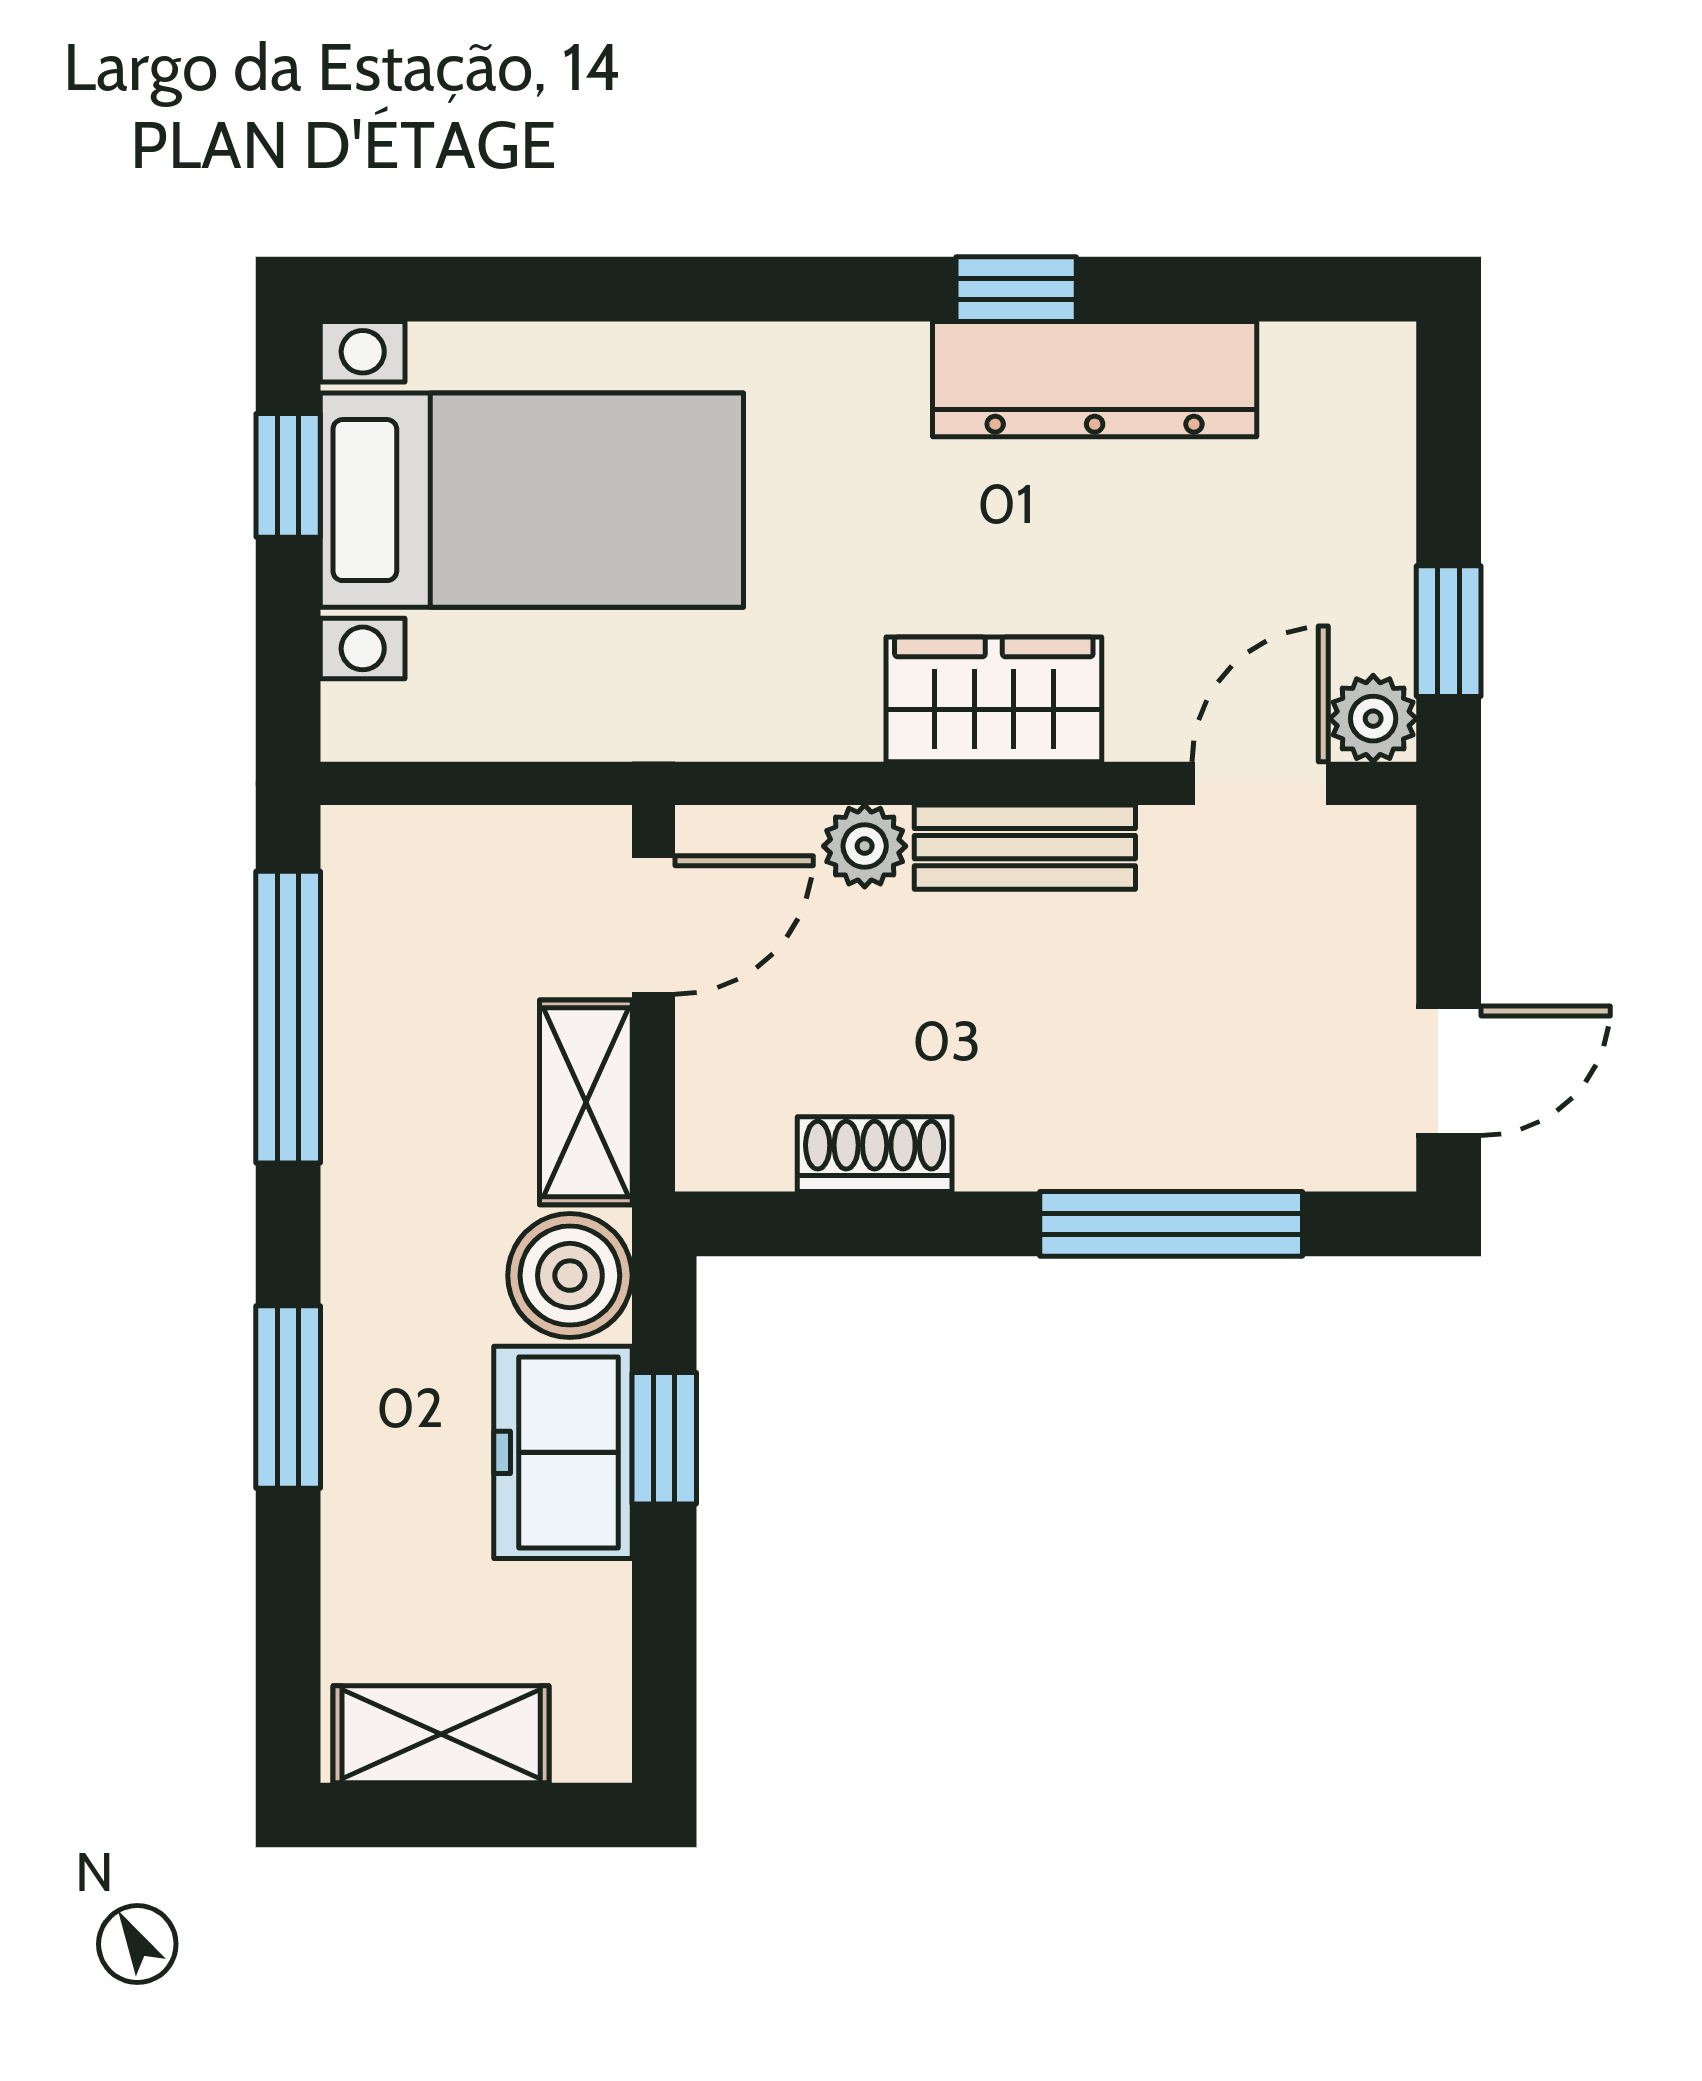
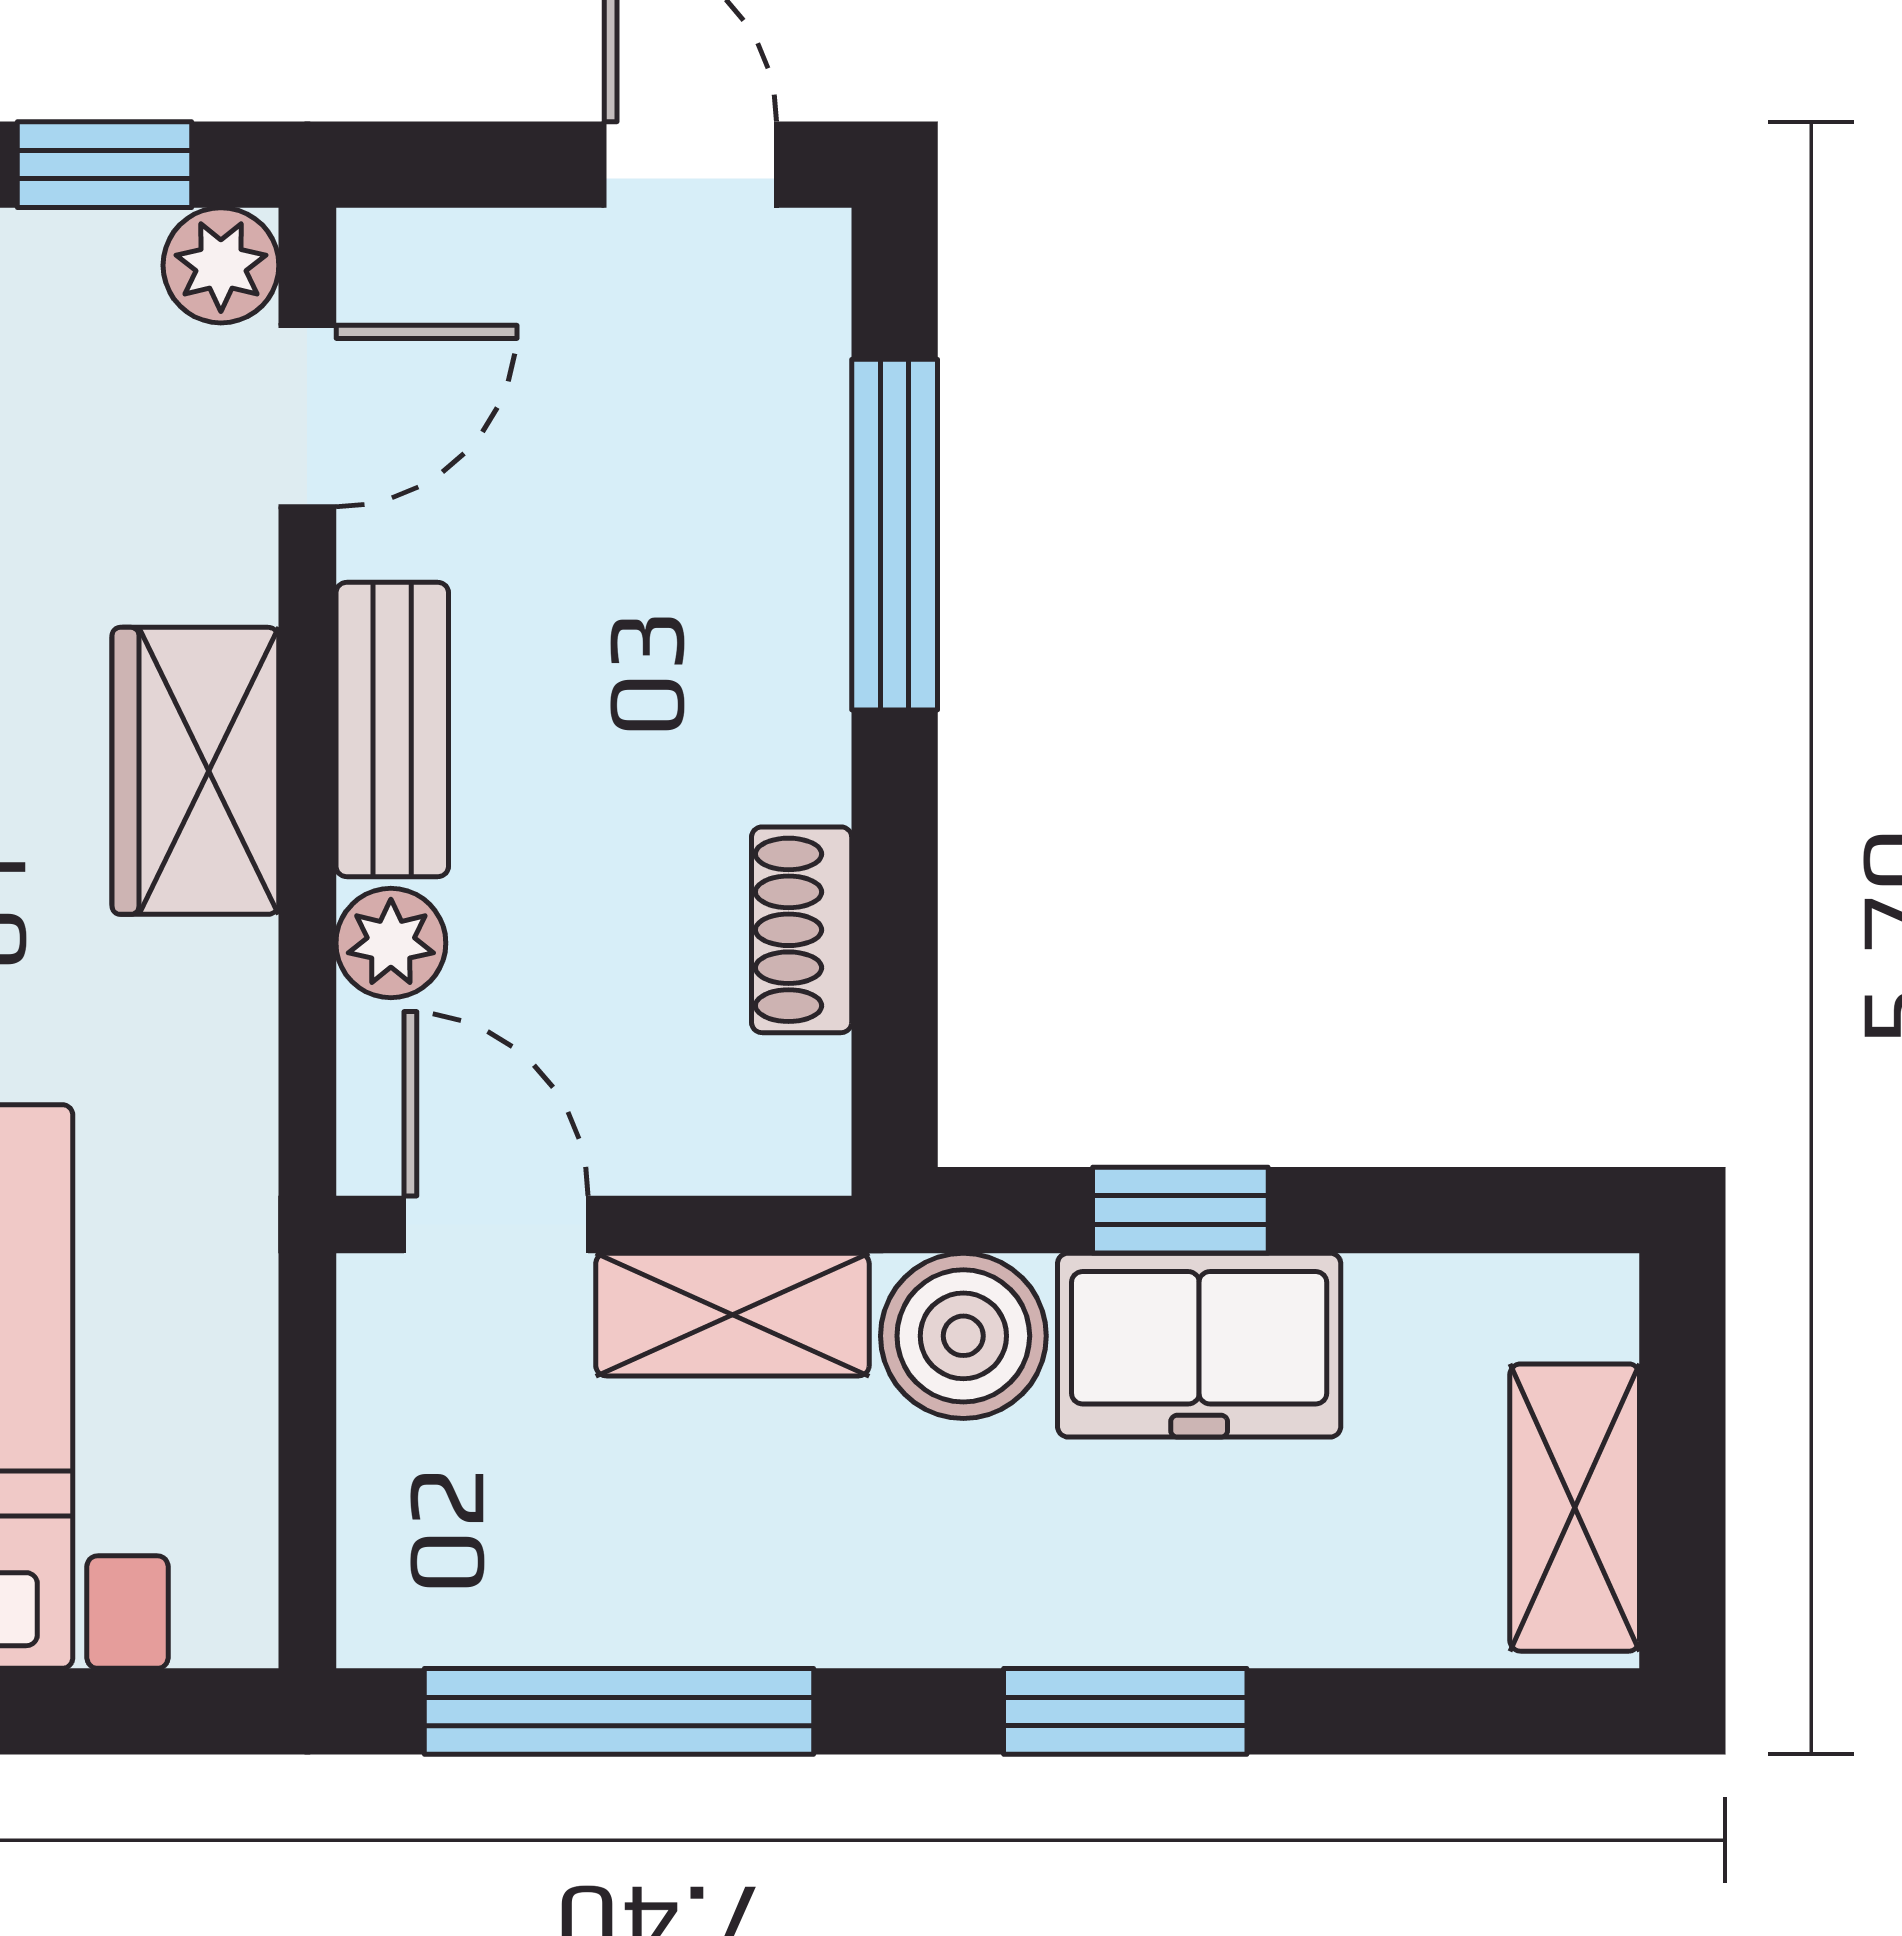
door: (1260, 783) -> (307, 416), swing flipped

